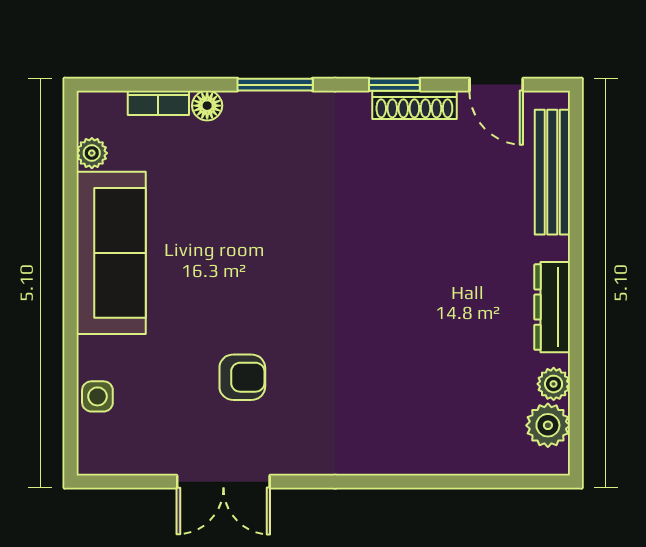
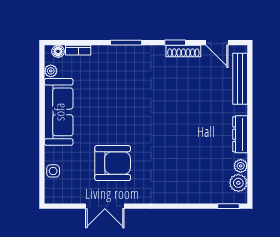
floor lamp: (207, 106) -> (58, 51), moved
armchair: (242, 377) -> (113, 163), width x1.88, depth x1.88
window: (524, 482) -> (229, 206), added

